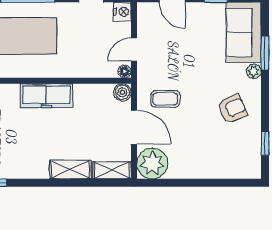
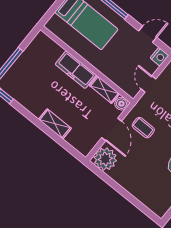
door: (134, 49) -> (148, 84), hinge flipped
floor lamp: (125, 71) -> (133, 92), removed
shelving: (112, 170) -> (104, 90), moved

